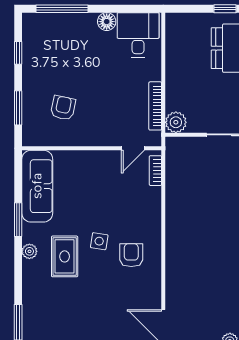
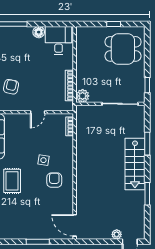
door: (133, 148) -> (38, 112), moved
side table: (99, 241) -> (43, 160), moved

